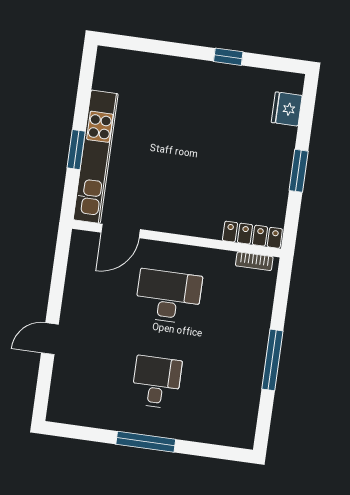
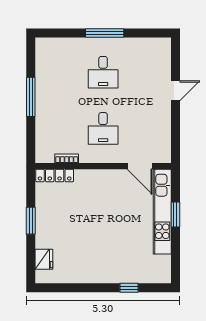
window: (228, 57) -> (129, 288), moved
door: (121, 231) -> (140, 166), swing flipped
bookcase: (254, 261) -> (67, 159), moved
desk: (168, 296) -> (103, 128), width x0.73

